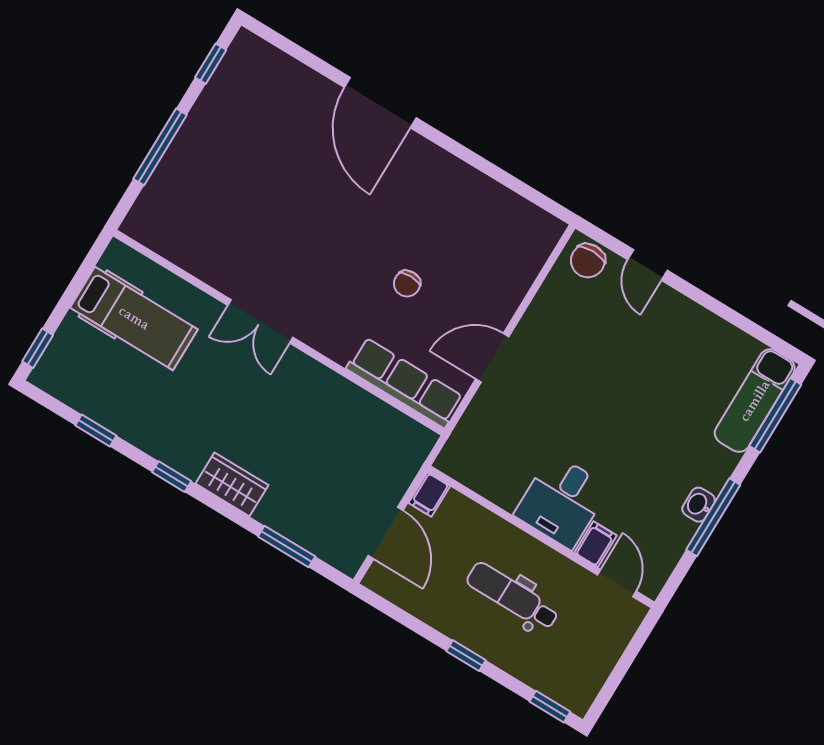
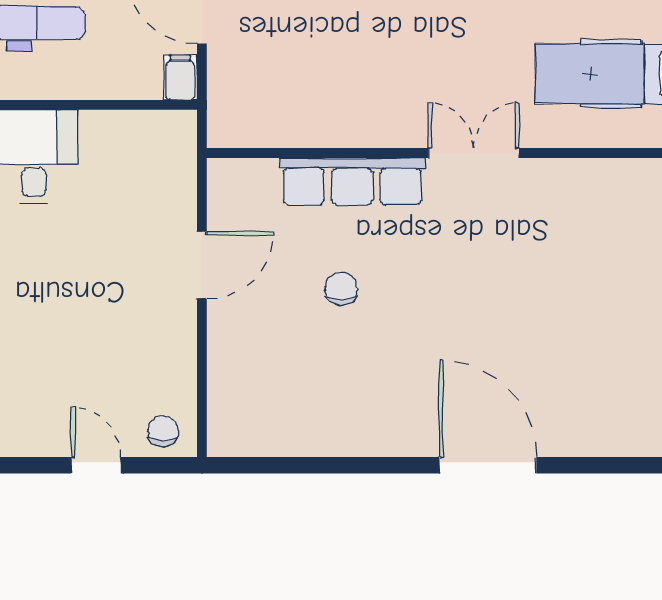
chair: (588, 261) -> (163, 431), width x0.73, depth x0.73
row of seats: (405, 383) -> (352, 181), moved

